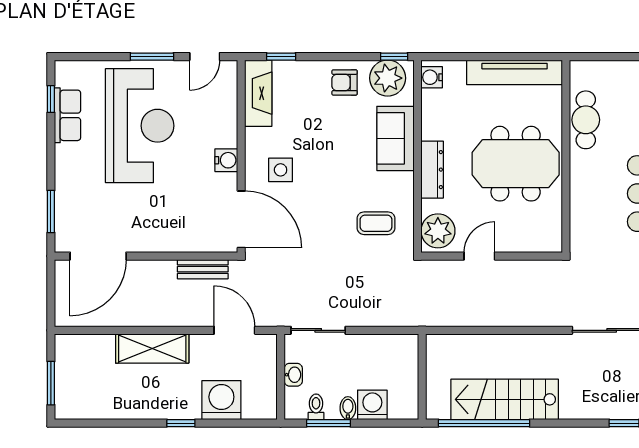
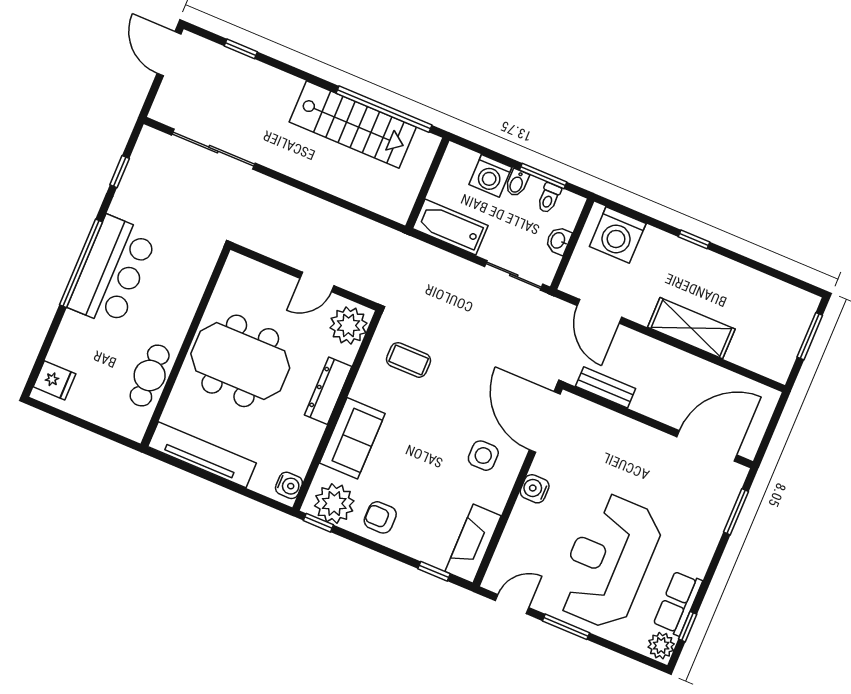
plant: (66, 74) -> (661, 646), added
armchair: (345, 82) -> (380, 517), turned 180
bathtub: (388, 348) -> (450, 227), added
washing machine: (221, 400) -> (618, 235), moved

